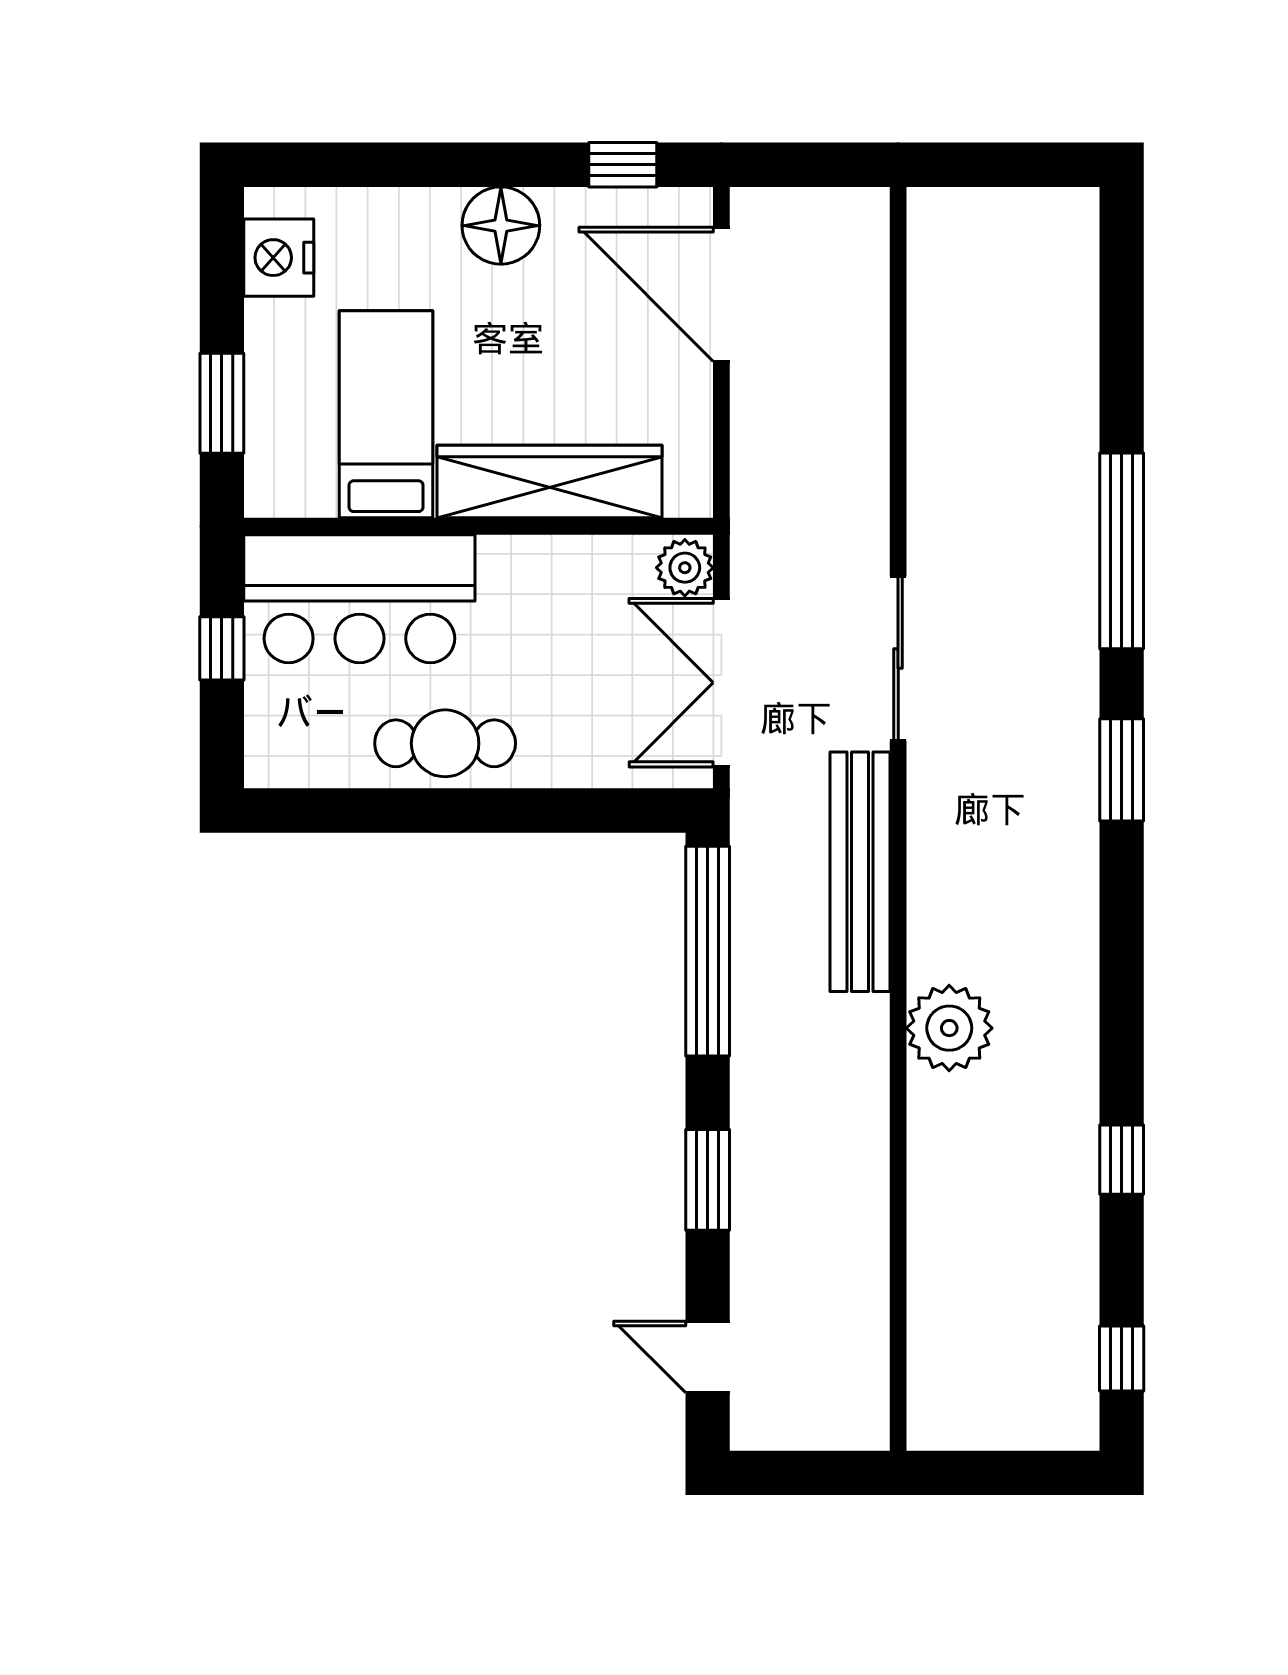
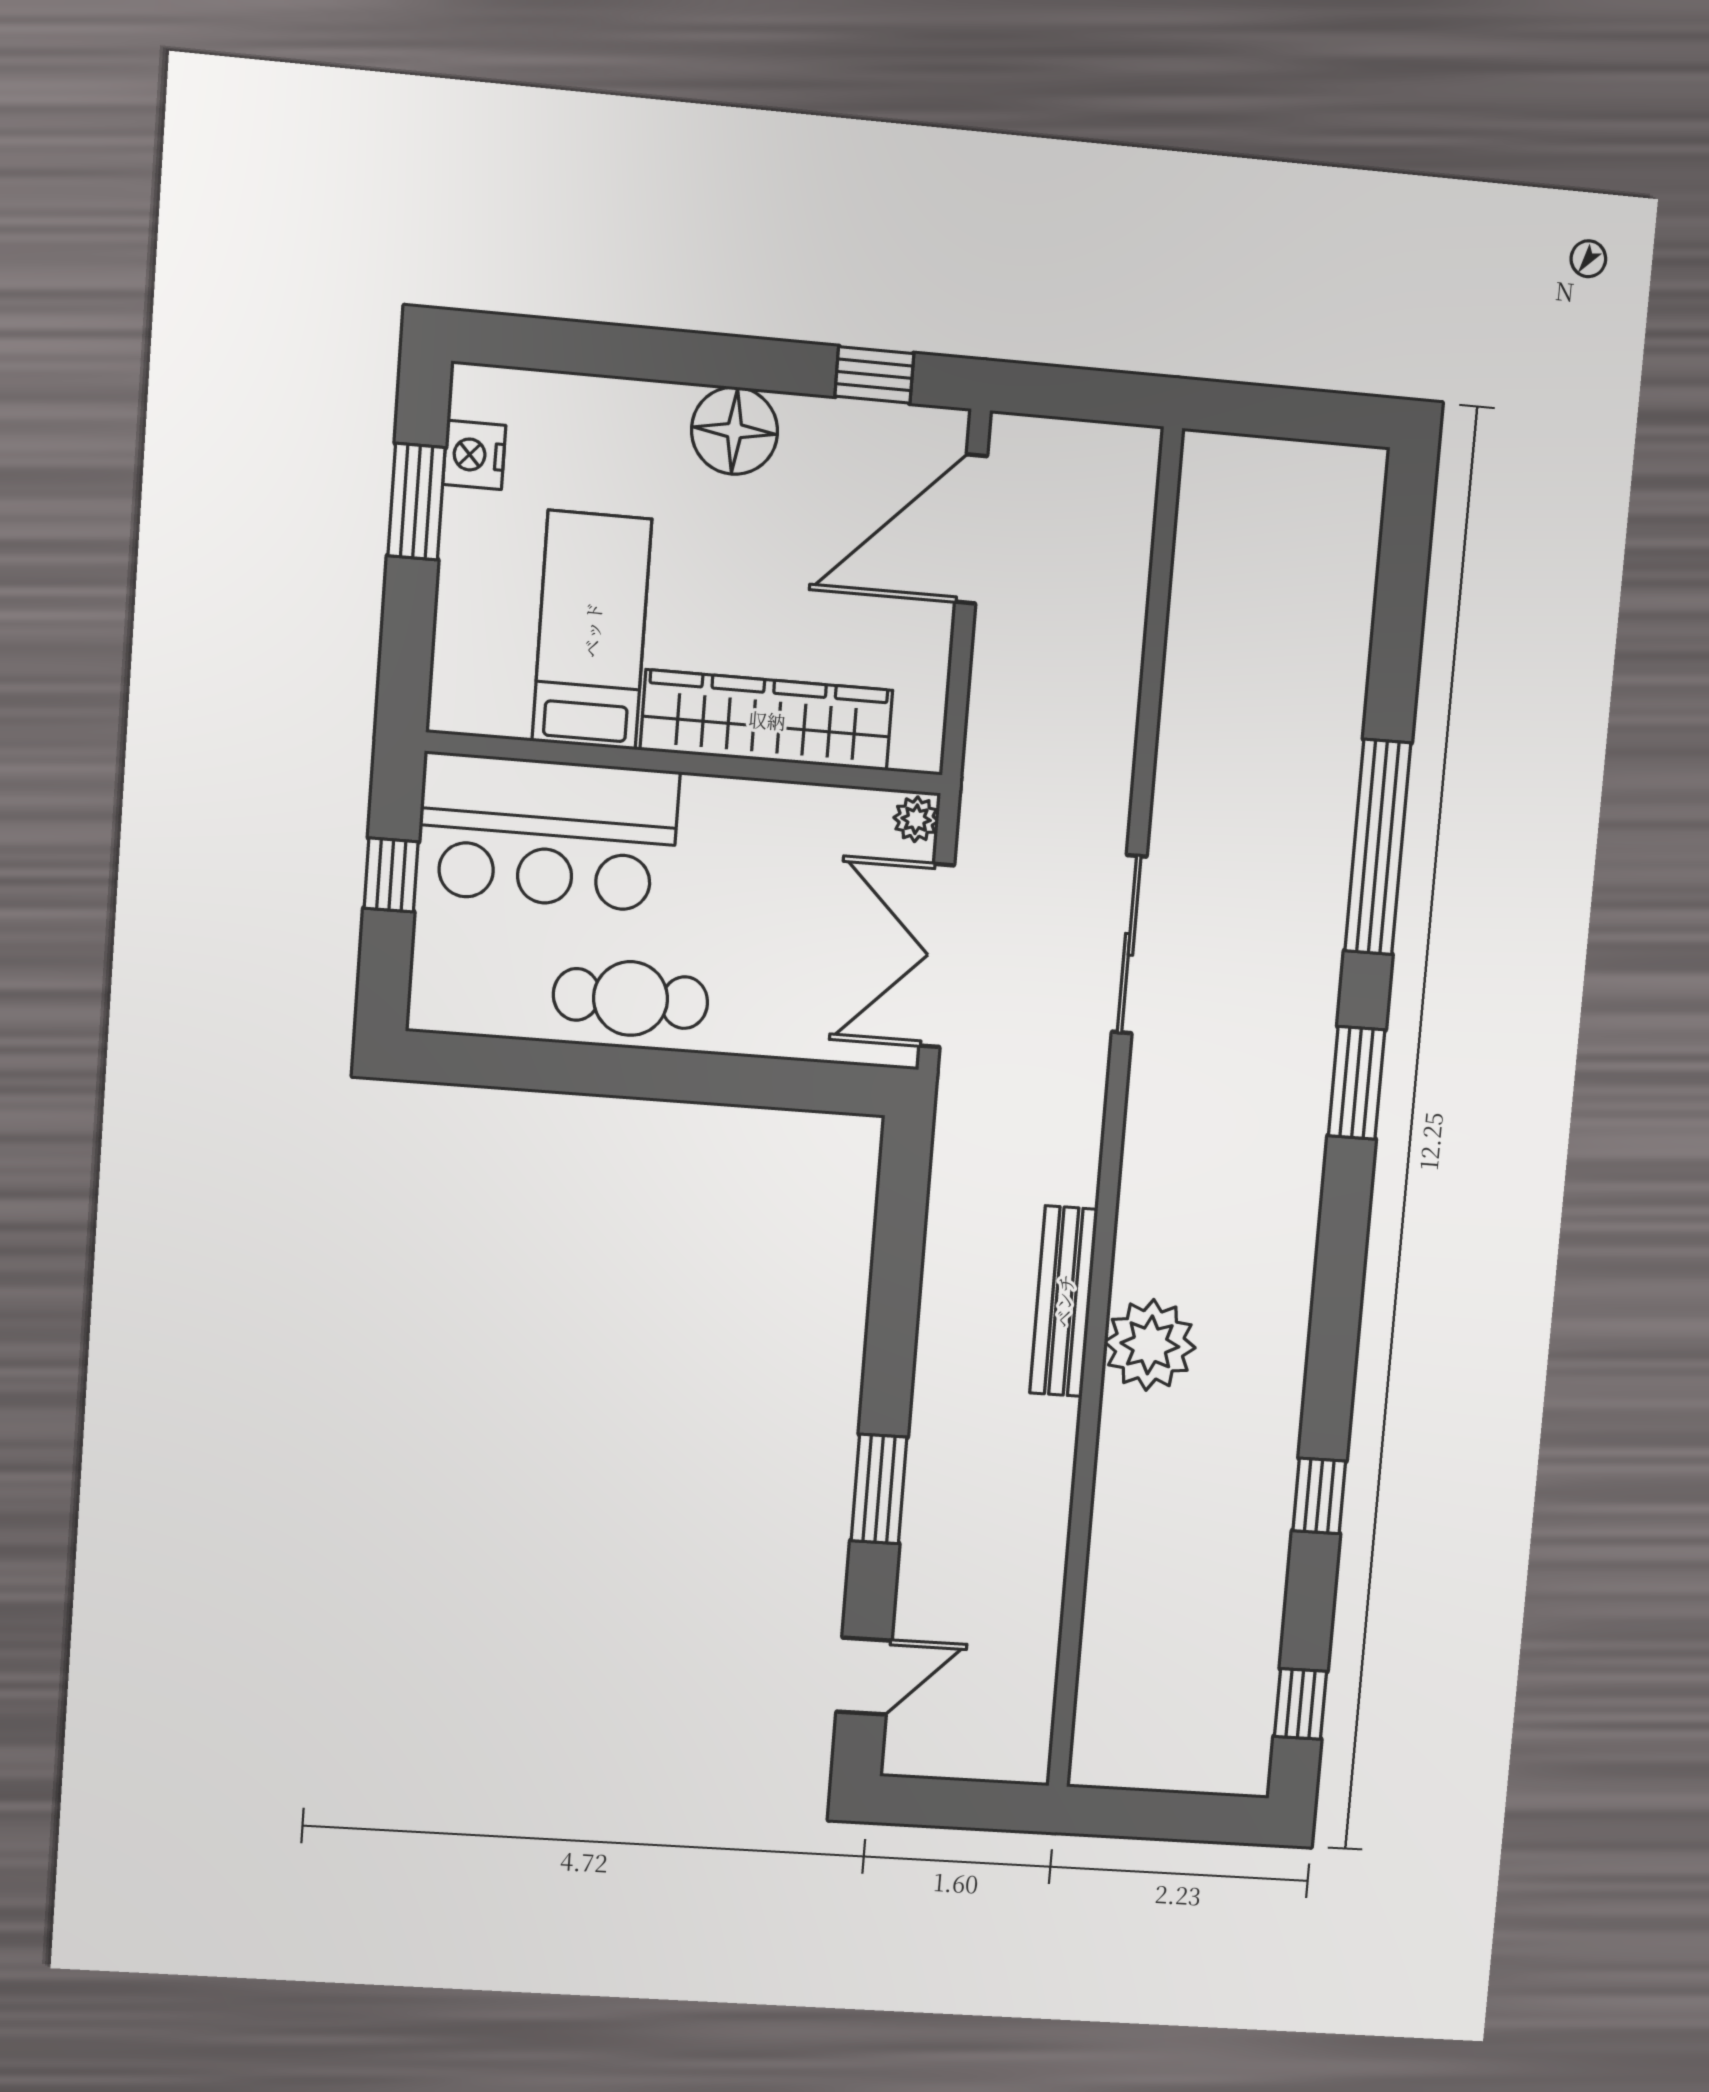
nightstand: (279, 258) -> (474, 455), width x0.74, depth x0.75
door: (721, 294) -> (971, 529), hinge flipped
window: (222, 403) -> (417, 502), moved
plant: (685, 568) -> (916, 819), width x0.73, depth x0.73
bench: (860, 872) -> (1064, 1301), moved, width x0.73, depth x0.82
window: (708, 951) -> (899, 1245), removed
door: (708, 1357) -> (864, 1676), swing flipped

